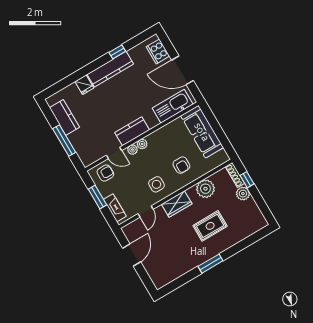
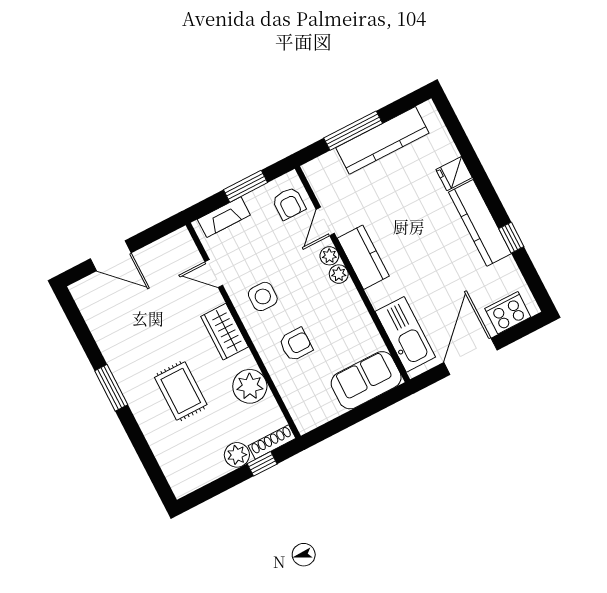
kitchen counter: (64, 117) -> (382, 140), width x1.50
sofa: (202, 132) -> (366, 380), width x0.73
armchair: (181, 165) -> (296, 344), turned 180
door: (132, 255) -> (111, 256), moved

